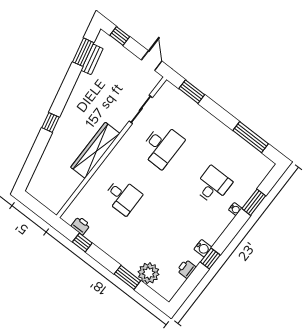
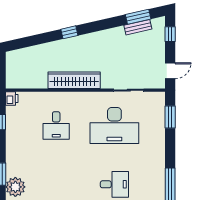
desk: (162, 146) -> (114, 126), width x1.36, depth x1.30
printer: (81, 226) -> (12, 99), moved

